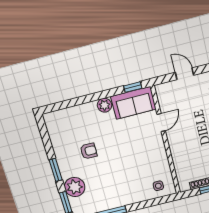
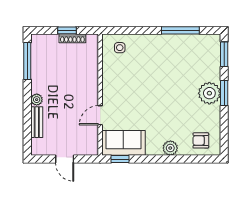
plant: (104, 105) -> (170, 148), moved
armchair: (89, 151) -> (201, 140), moved
plant: (75, 187) -> (209, 93), moved

